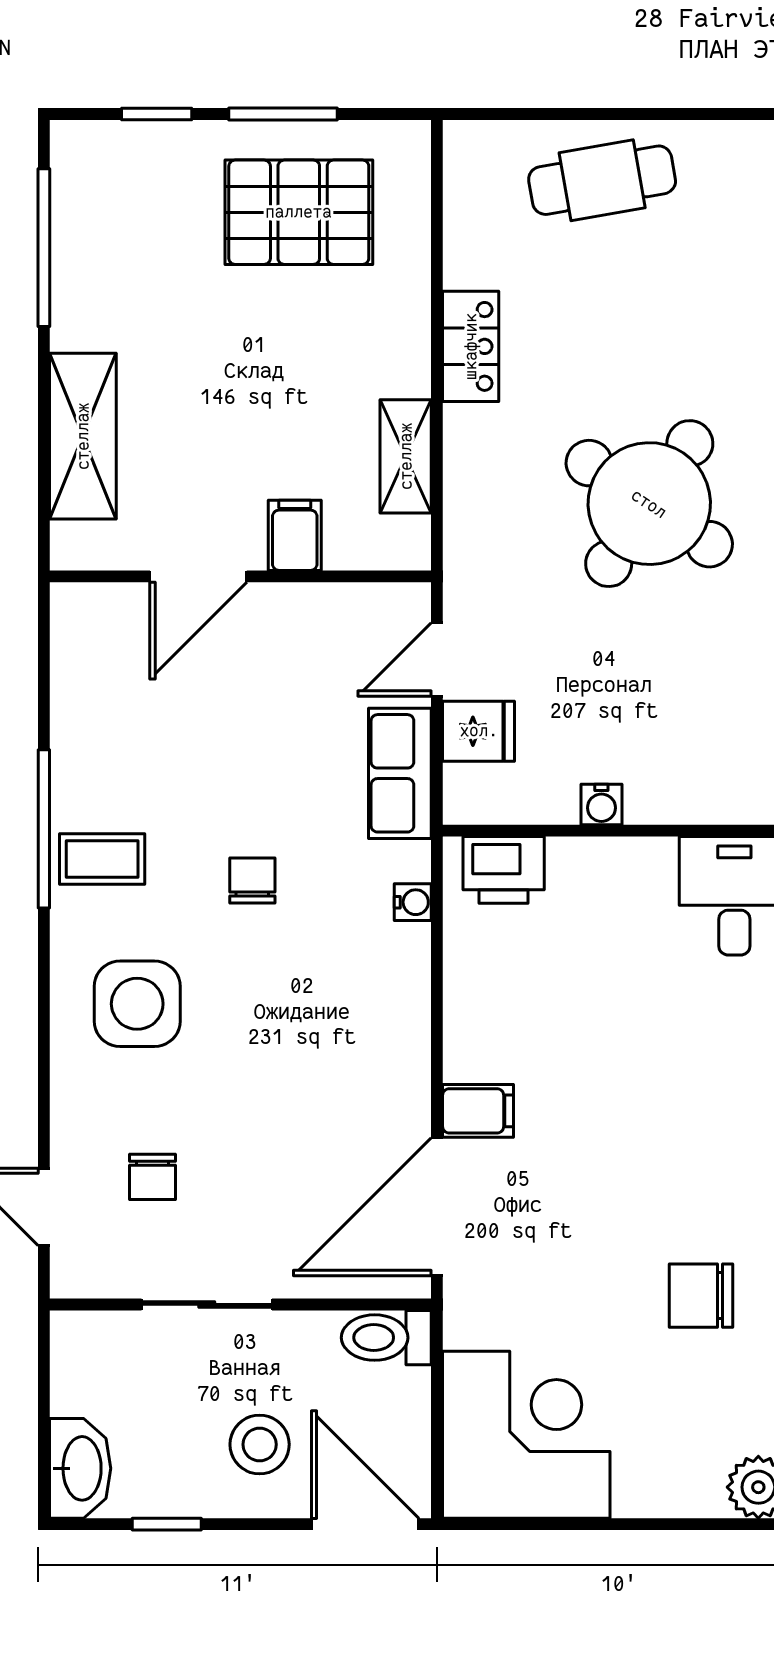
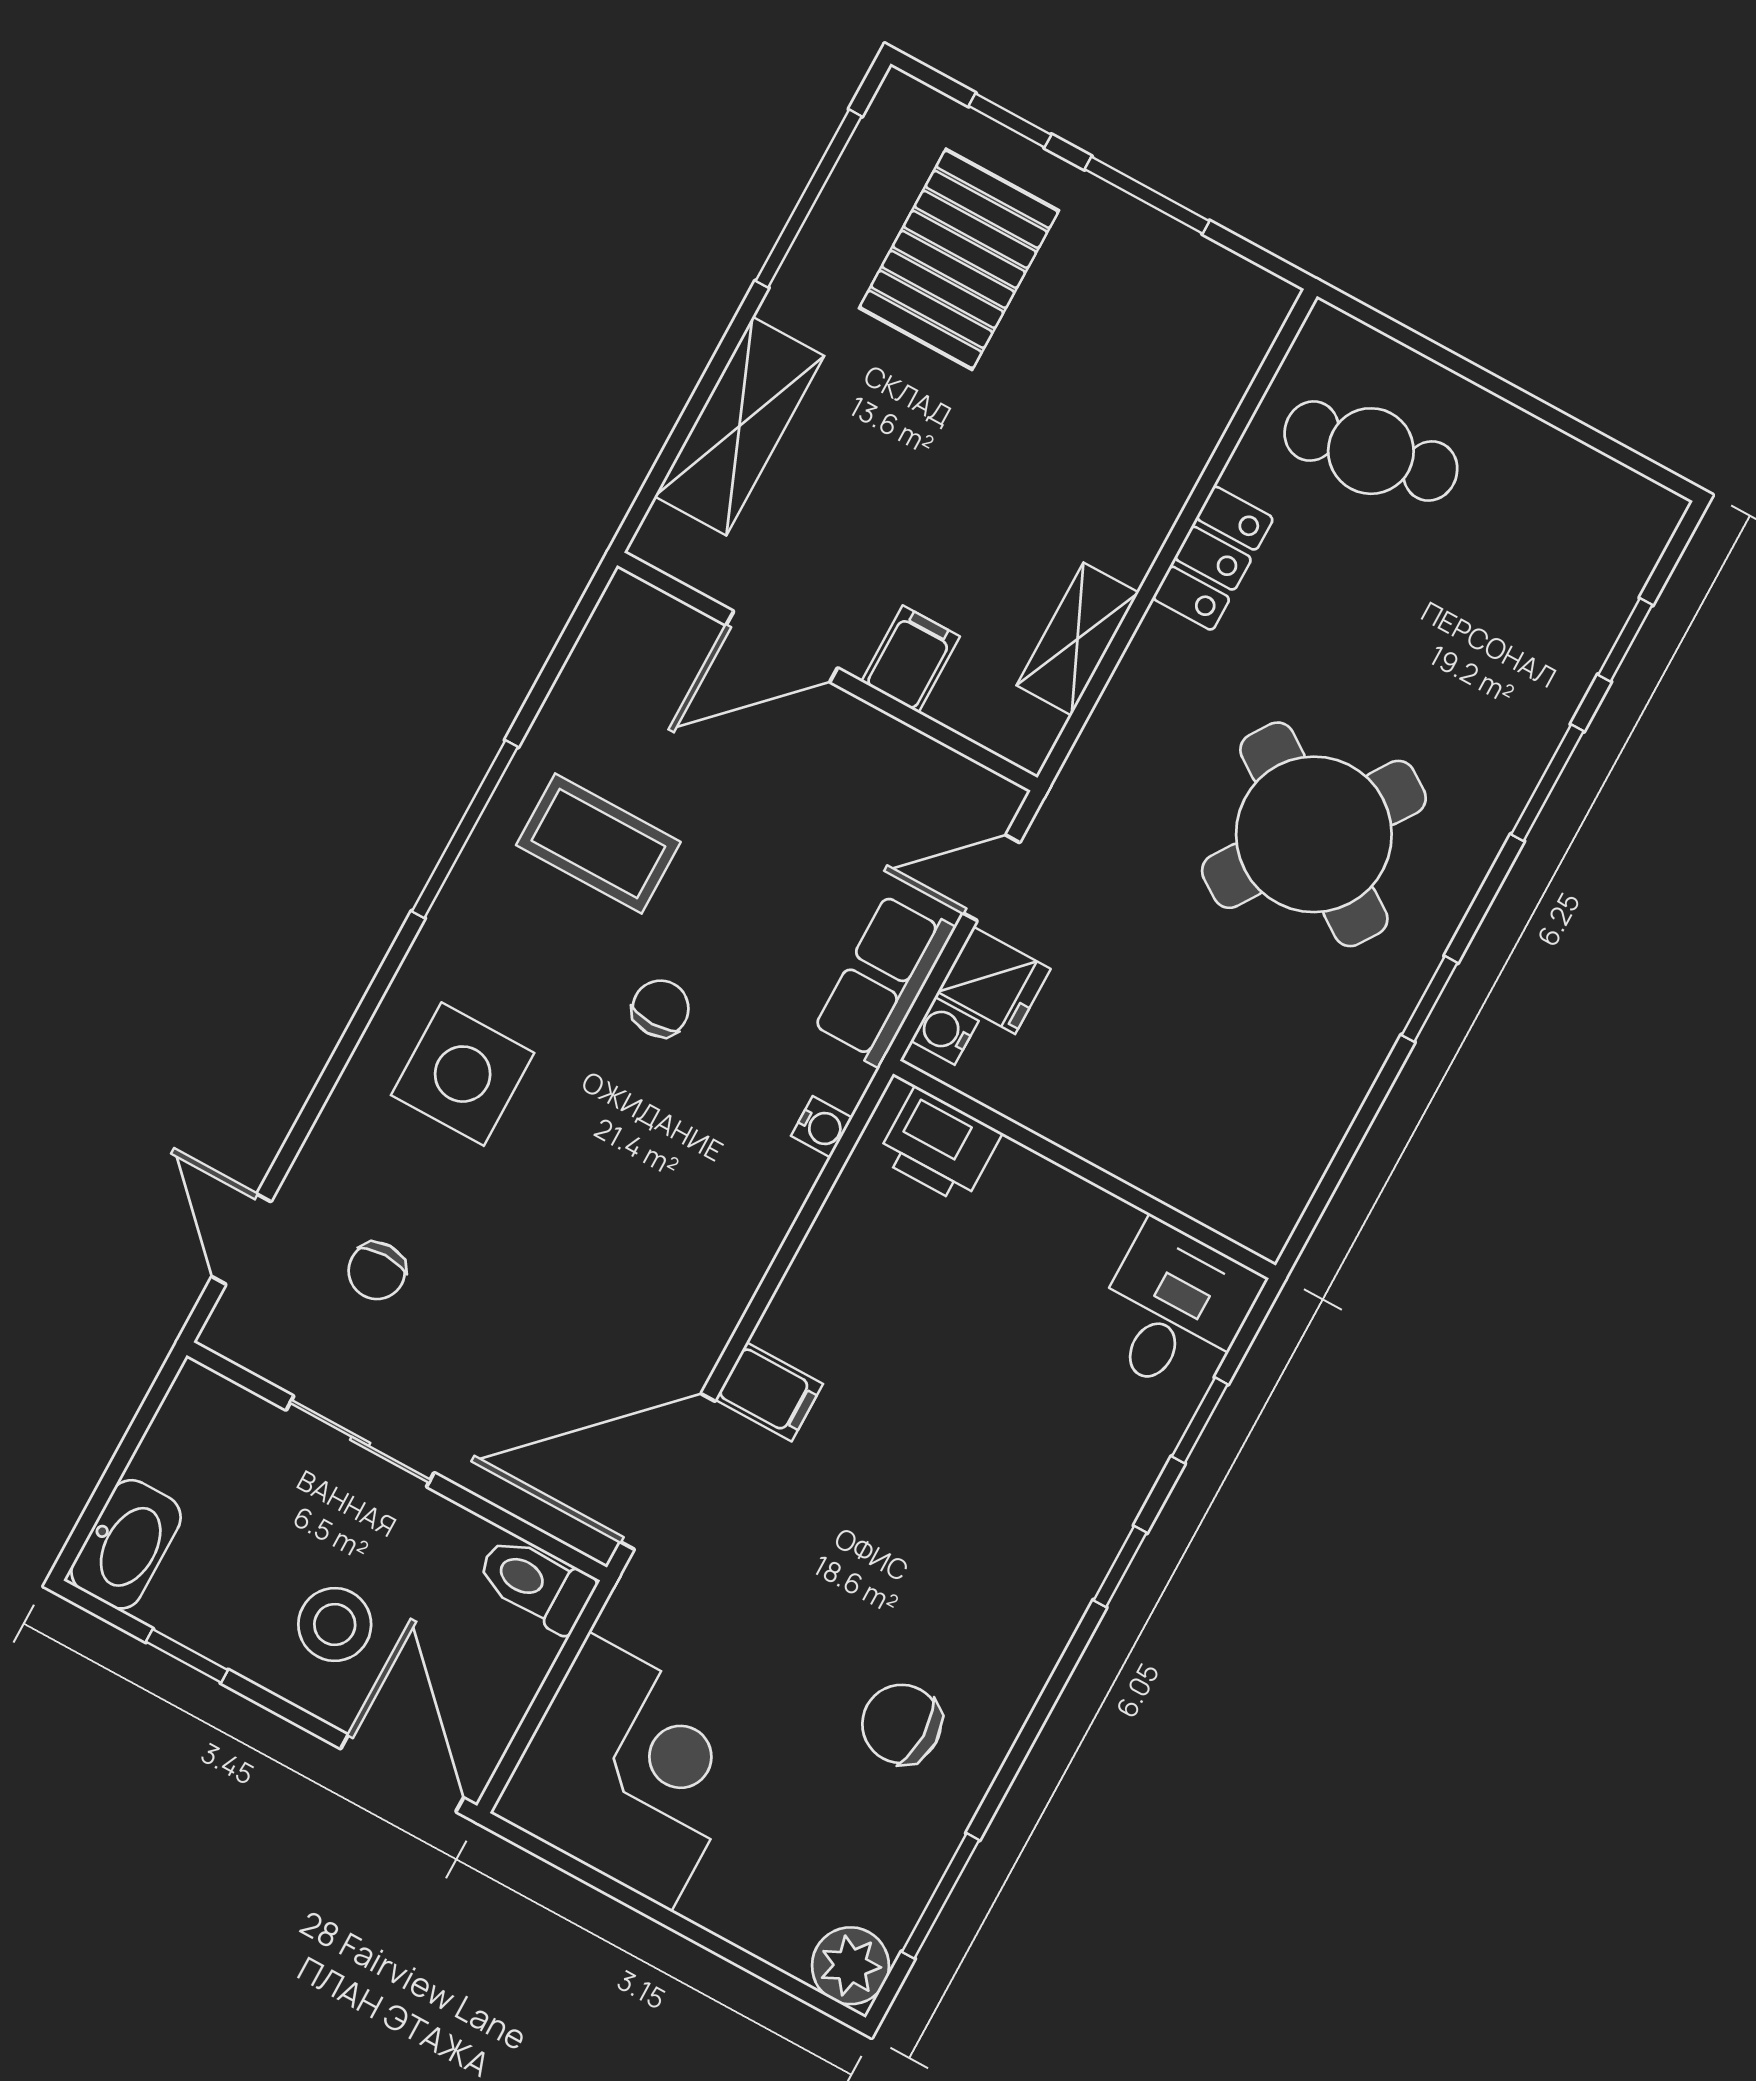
cafe table: (602, 180) -> (1371, 451), moved
pallet: (299, 212) -> (959, 259), moved, turned 90
water cooler: (601, 804) -> (945, 1031), moved, turned 90
coffee table: (102, 859) -> (598, 844), moved, width x1.36, depth x1.30

